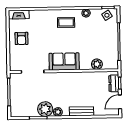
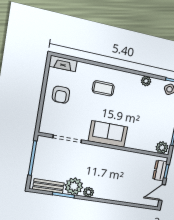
coffee table: (66, 22) -> (103, 88), moved
plant: (97, 64) -> (162, 148), moved
bench: (82, 111) -> (48, 186), moved

